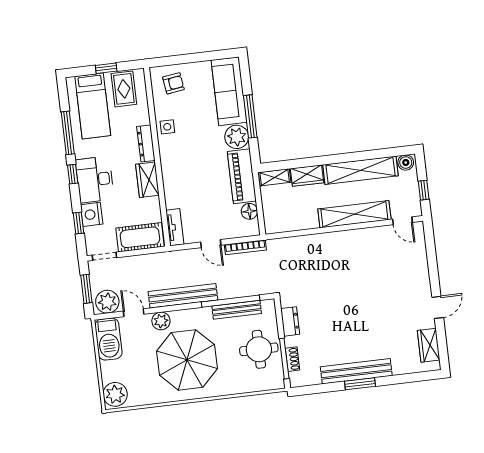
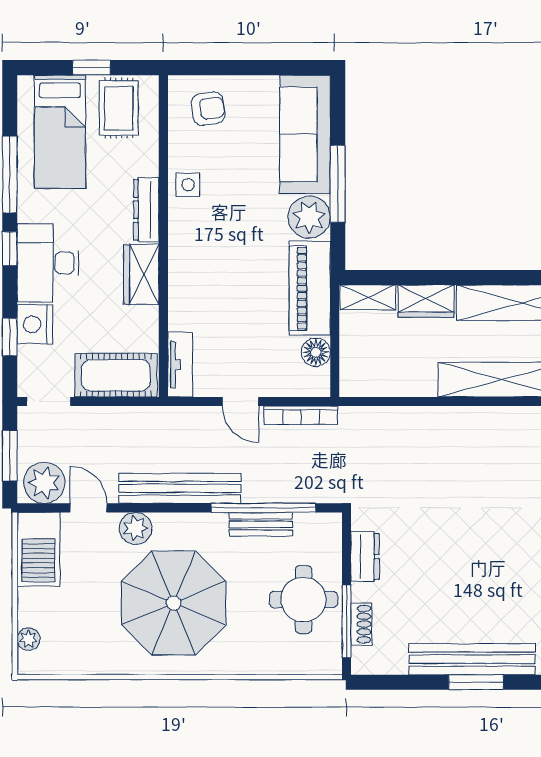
bench: (237, 310) -> (261, 524), width x0.73
plant: (115, 394) -> (29, 639), width x0.53, depth x0.53

